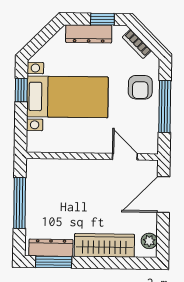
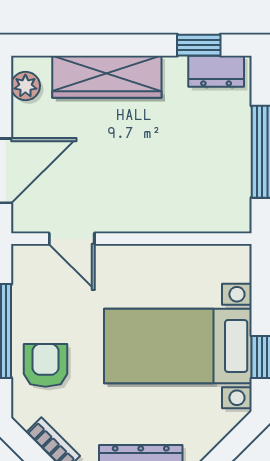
dresser: (51, 248) -> (216, 71), width x0.70
window: (54, 262) -> (199, 45), width x0.67

